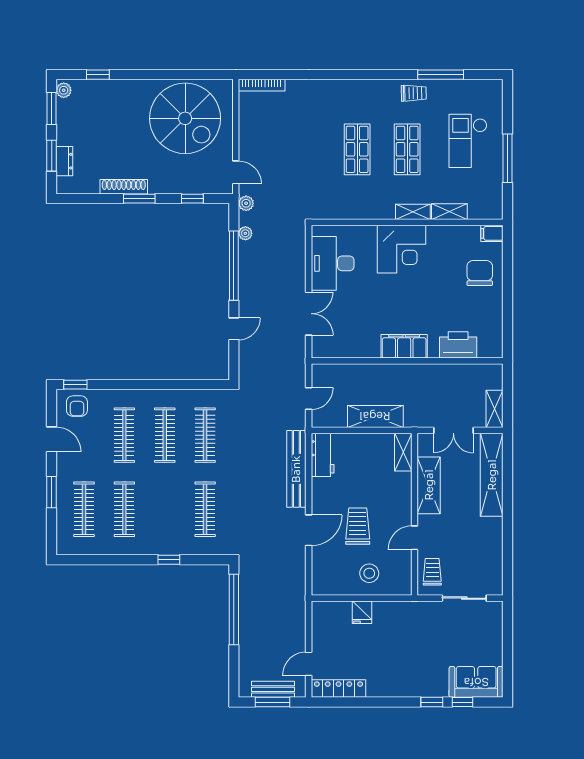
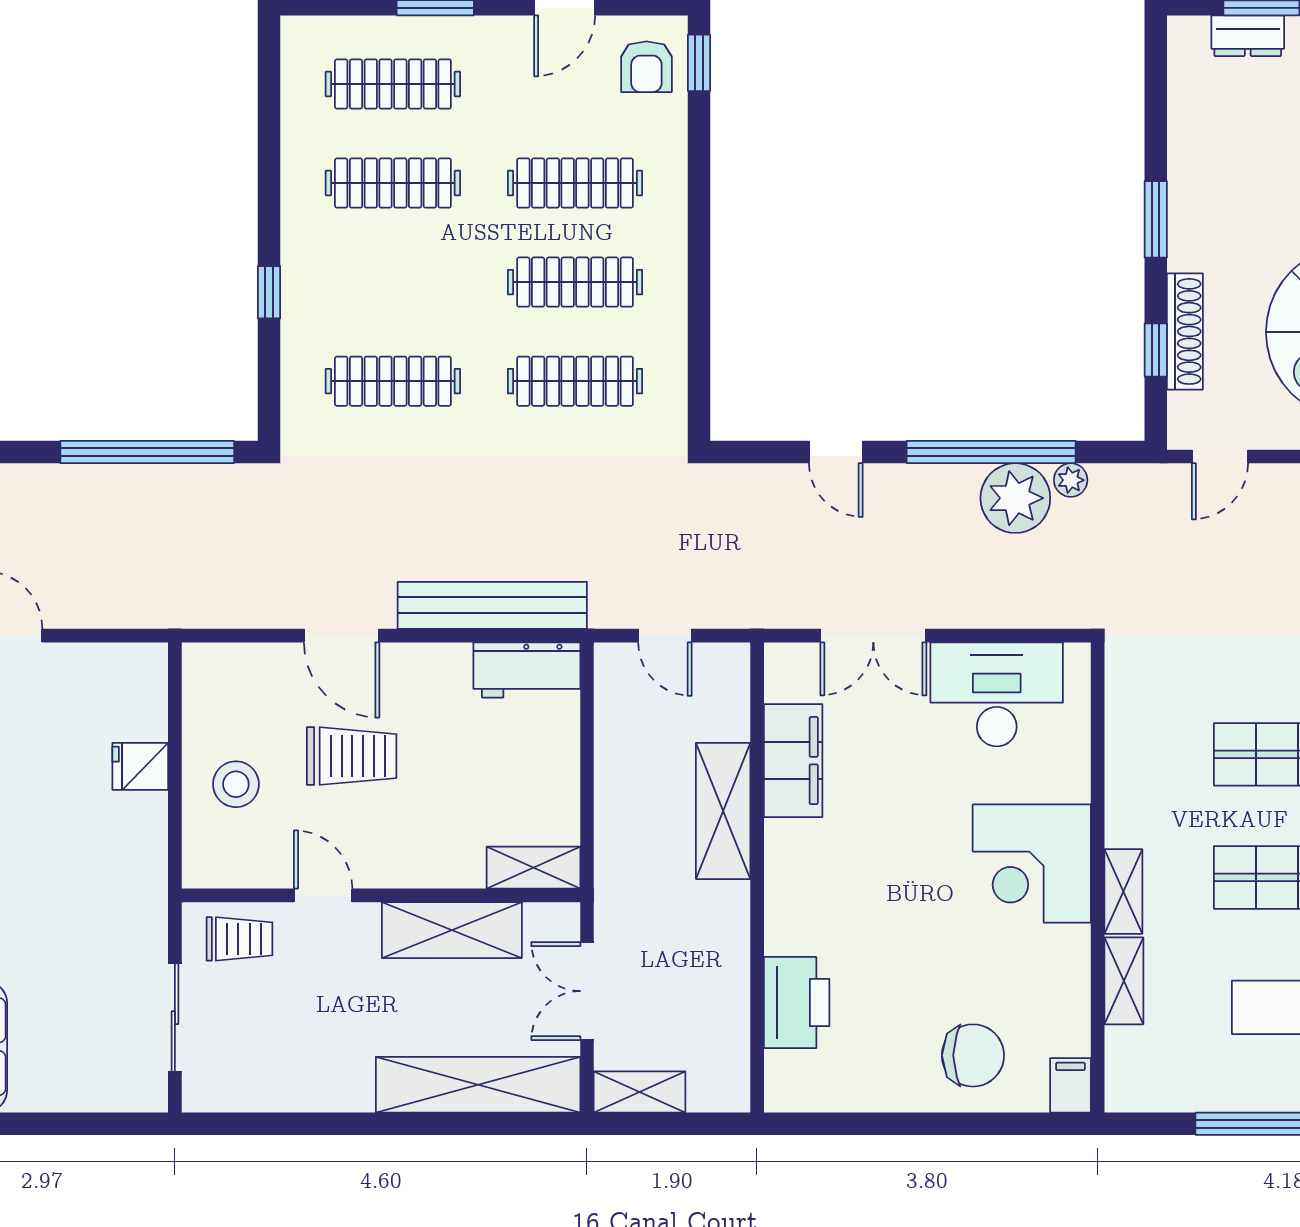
shoe rack: (124, 187) -> (1185, 331), moved
plant: (246, 203) -> (1015, 498), moved, width x1.88, depth x1.88
filing cabinet: (404, 346) -> (793, 761), moved
armchair: (77, 406) -> (646, 67), turned -90
shelving: (375, 416) -> (723, 811), moved

